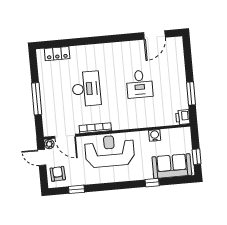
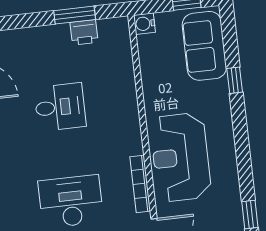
printer: (183, 117) -> (84, 32), moved
water cooler: (155, 135) -> (145, 24), moved

